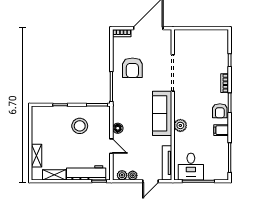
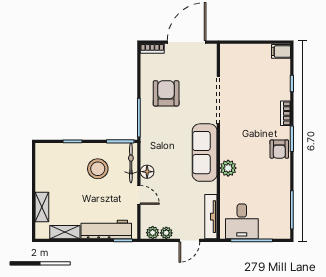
armchair: (132, 68) -> (166, 93), turned 180
bicycle: (105, 121) -> (131, 163), added
filing cabinet: (221, 130) -> (281, 51), moved

